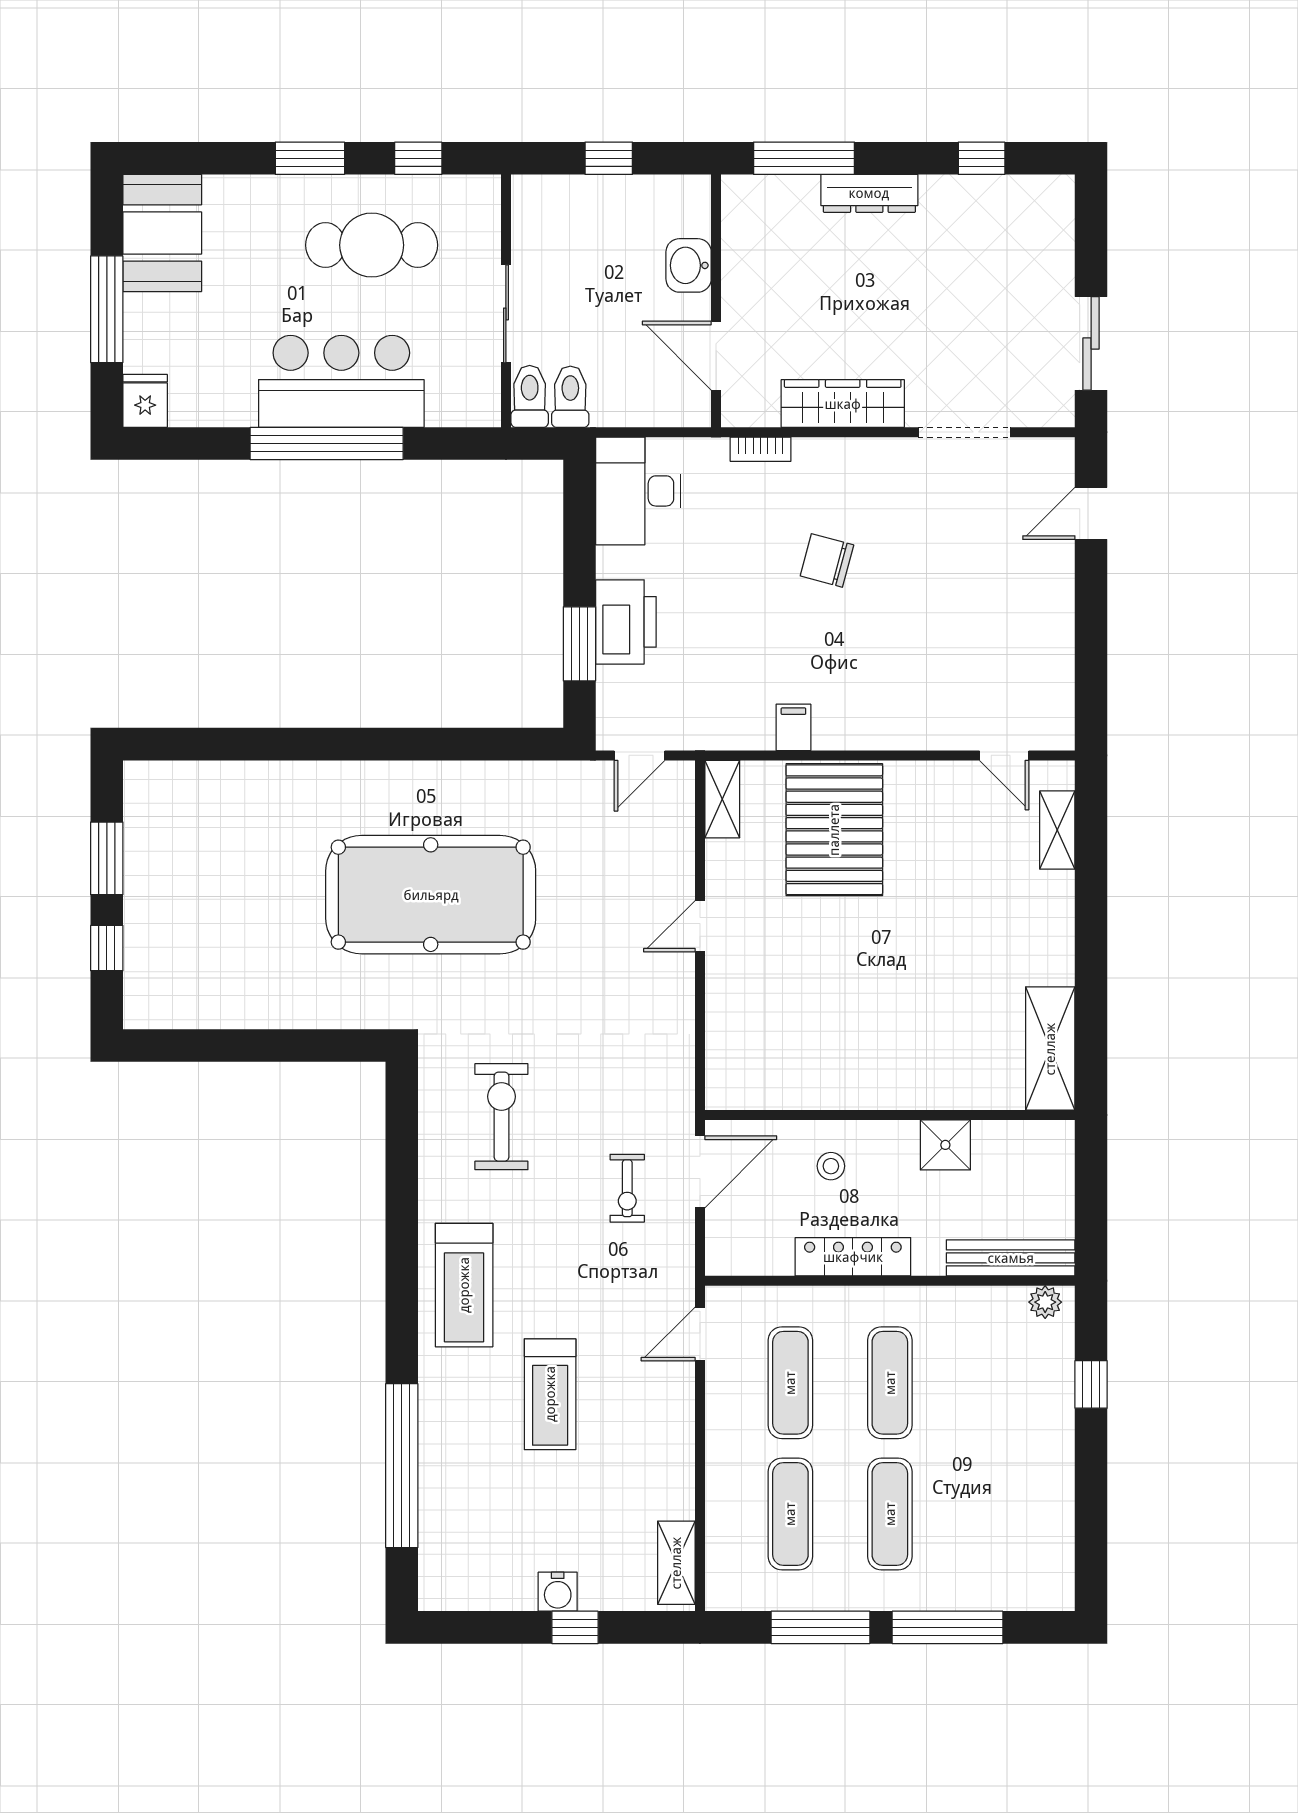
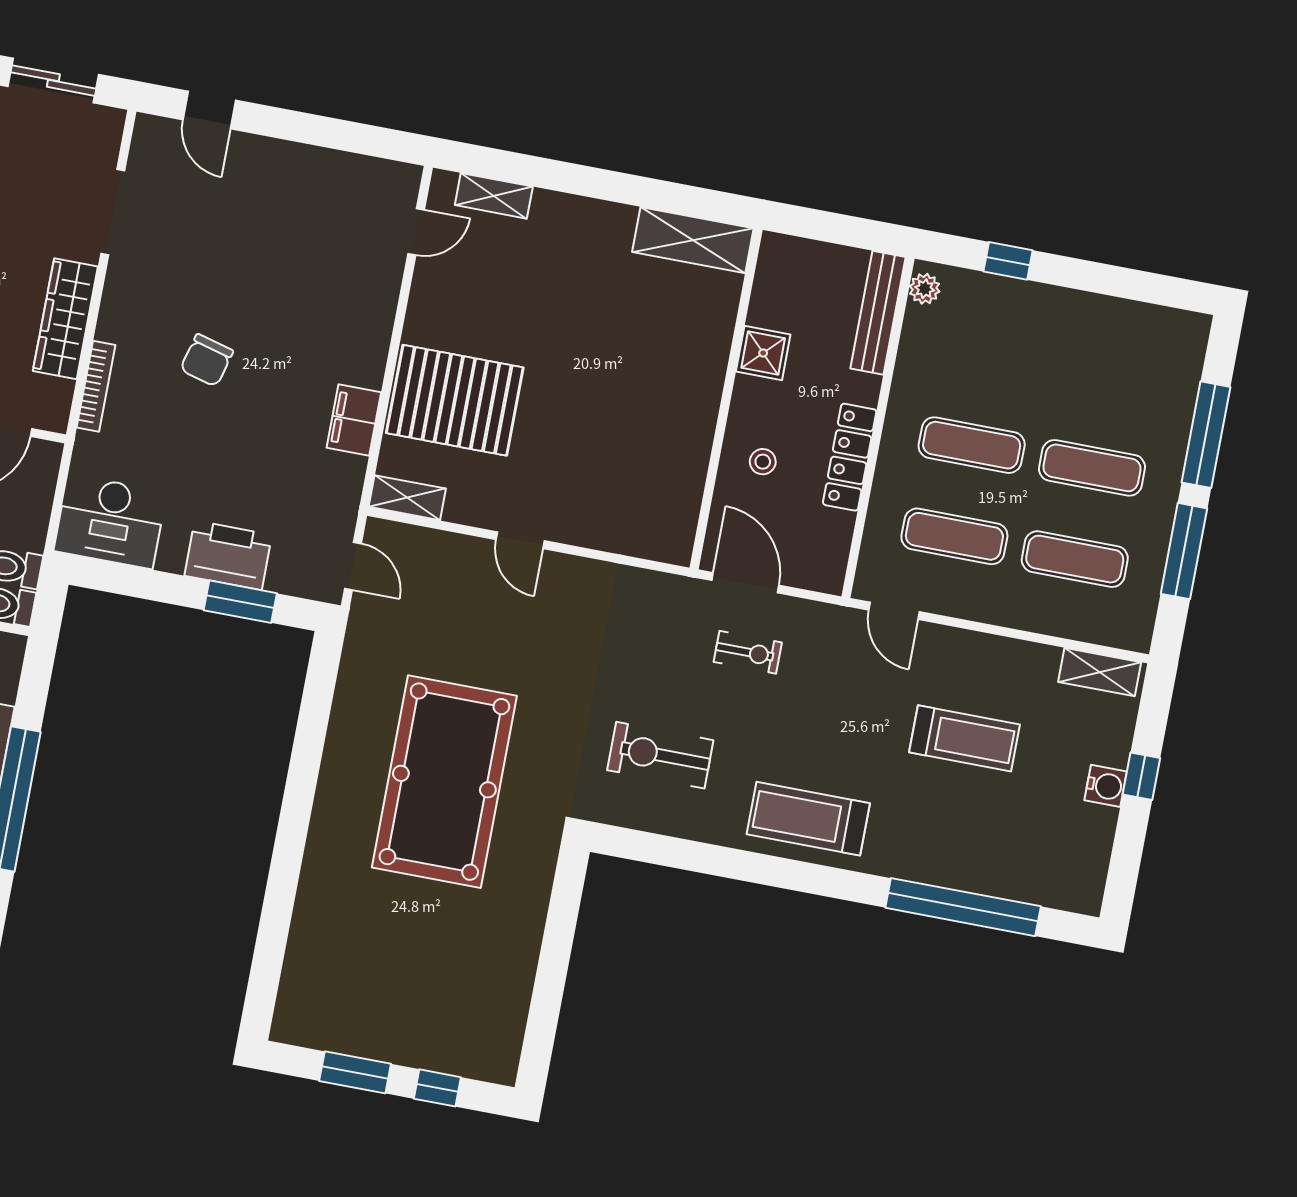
bookcase: (761, 449) -> (96, 386), width x1.56
filing cabinet: (793, 727) -> (354, 420), width x2.00
treadmill: (464, 1285) -> (808, 819), turned 180
treadmill: (550, 1394) -> (964, 738), moved

